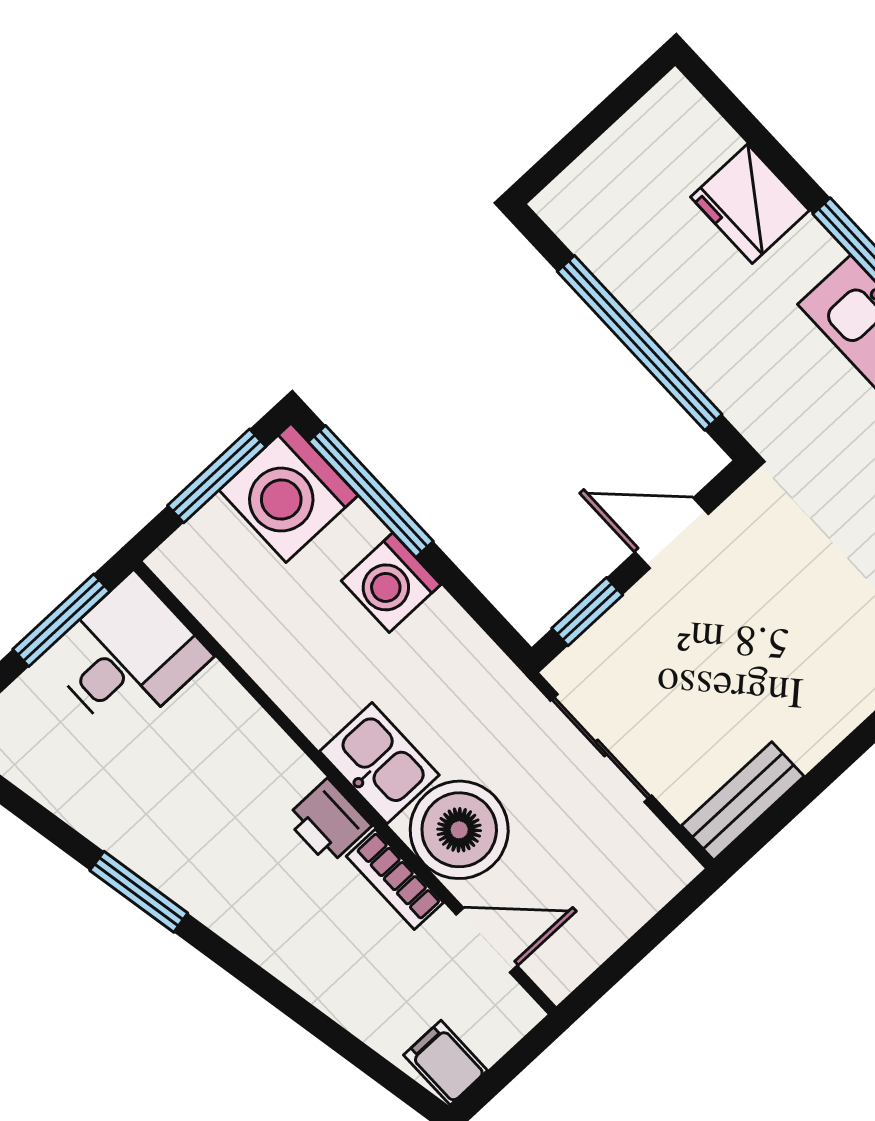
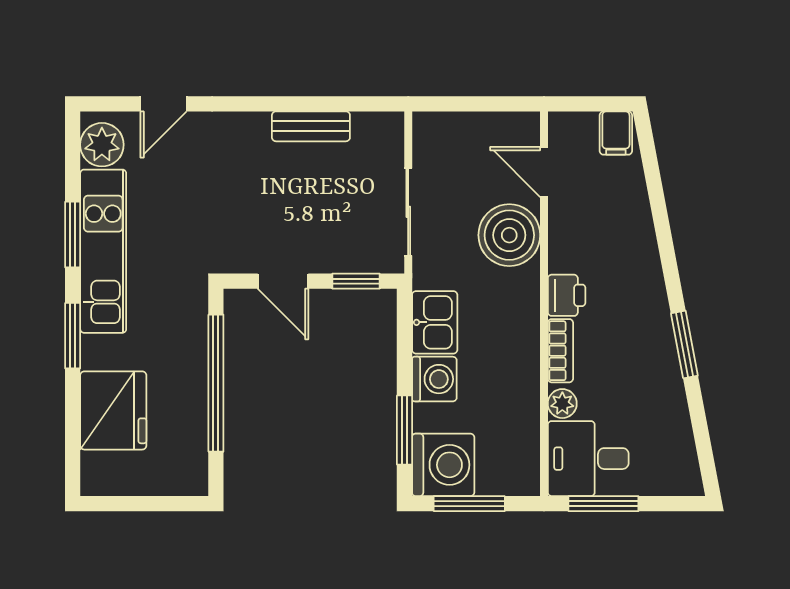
fridge: (750, 204) -> (113, 410), width x1.36, depth x1.34
window: (371, 491) -> (404, 430), width x0.69
plant: (217, 692) -> (562, 404), added
kitchen sink: (379, 763) -> (435, 322), moved, turned 180
bench: (743, 801) -> (311, 126), moved
bookcase: (395, 879) -> (560, 351), moved

